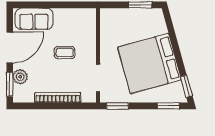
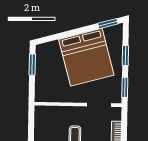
window: (168, 106) -> (125, 55), moved

